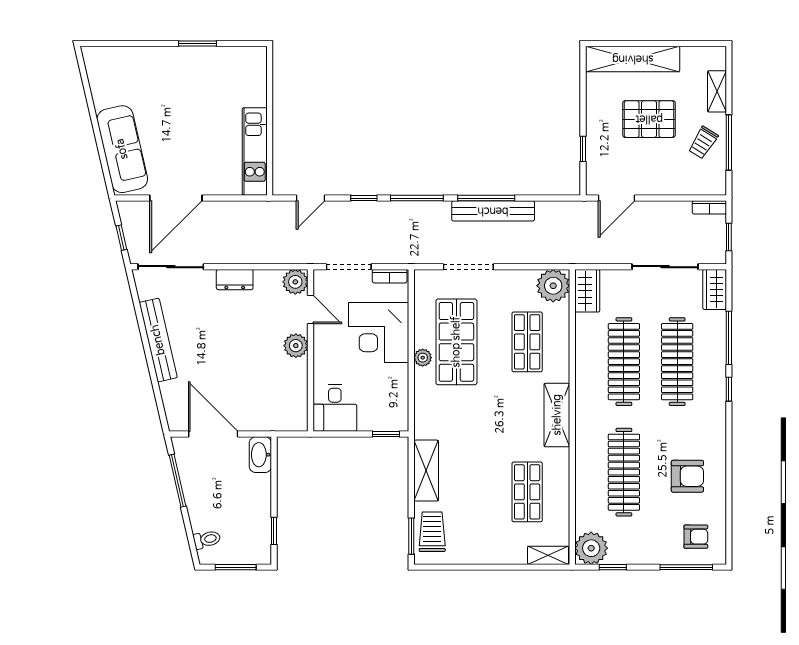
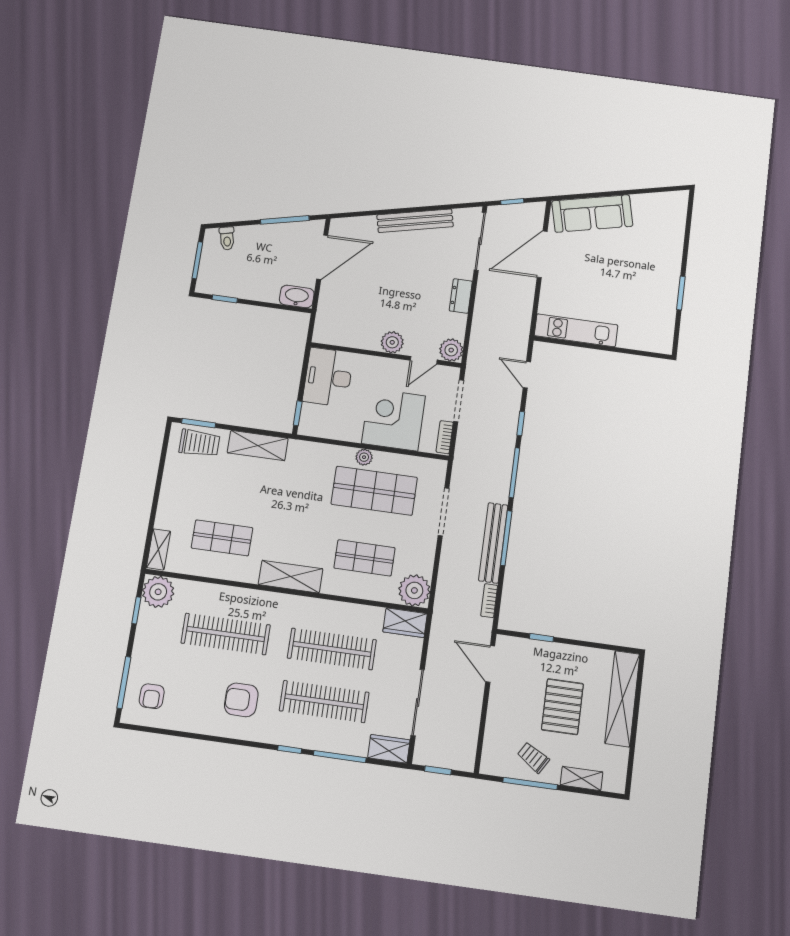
door: (176, 198) -> (542, 254), hinge flipped
bookcase: (709, 207) -> (489, 601), moved
desk: (335, 408) -> (328, 377), width x1.37
armchair: (687, 476) -> (241, 700), moved, turned 90

